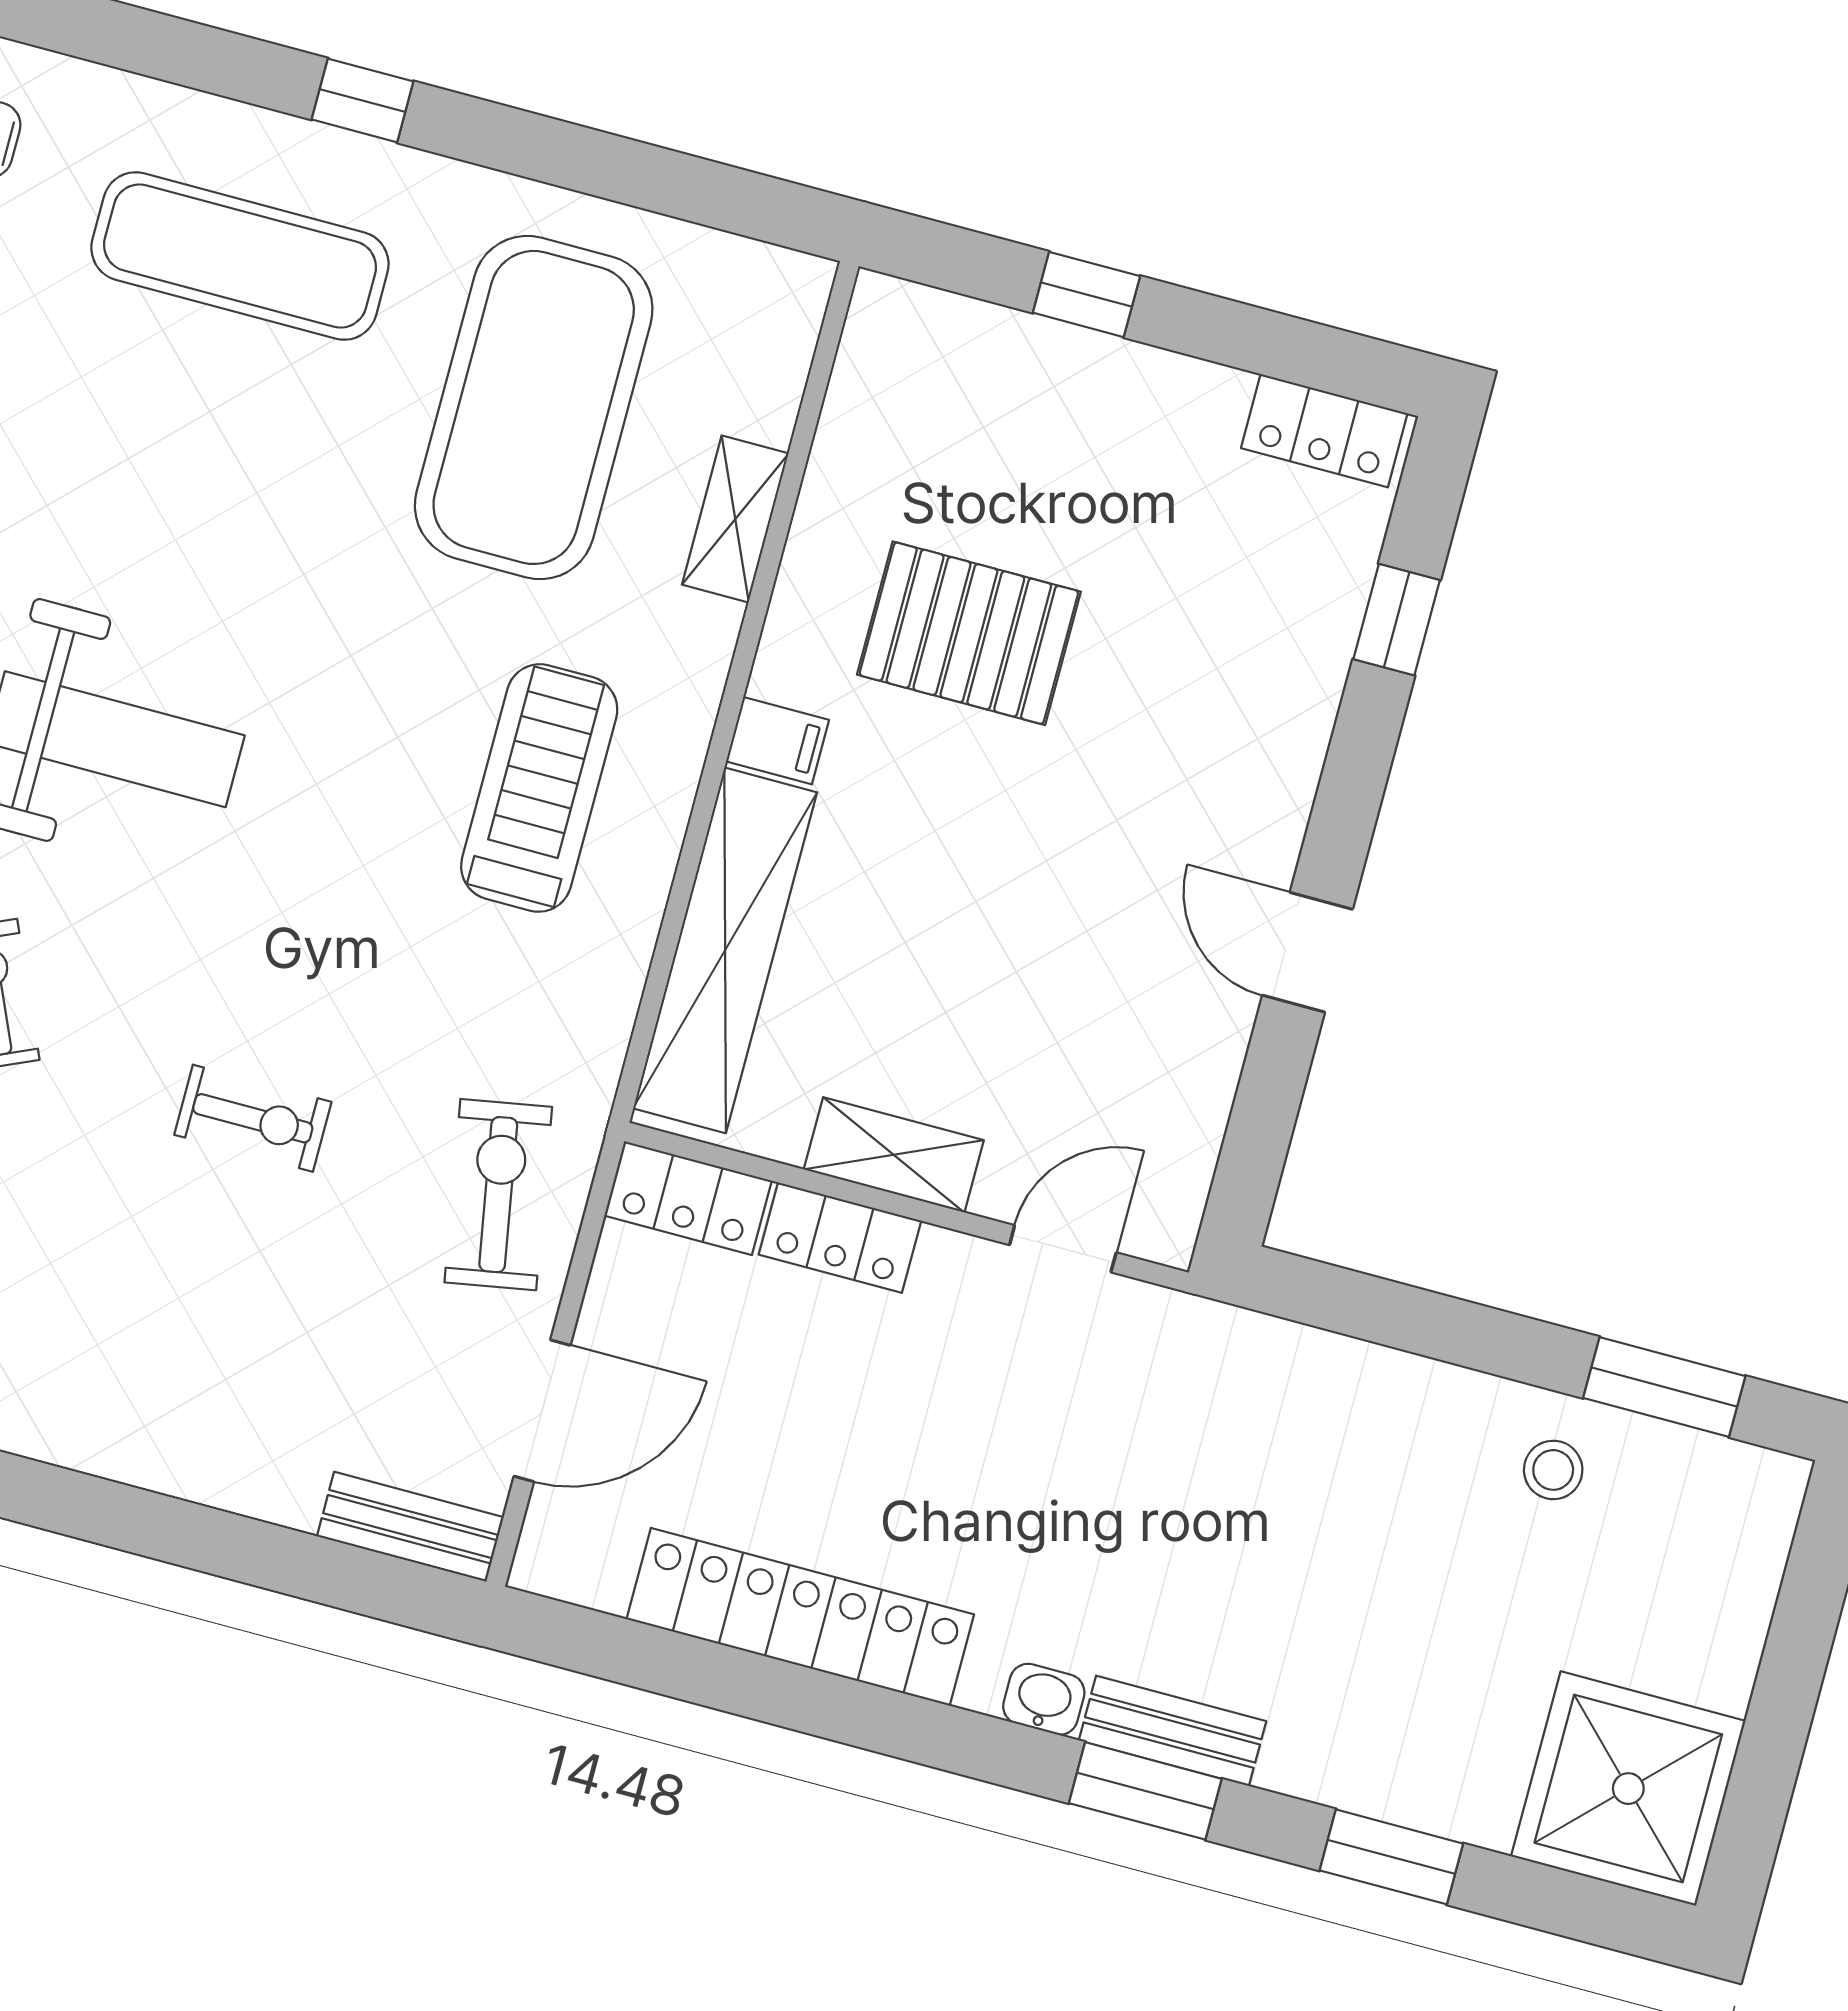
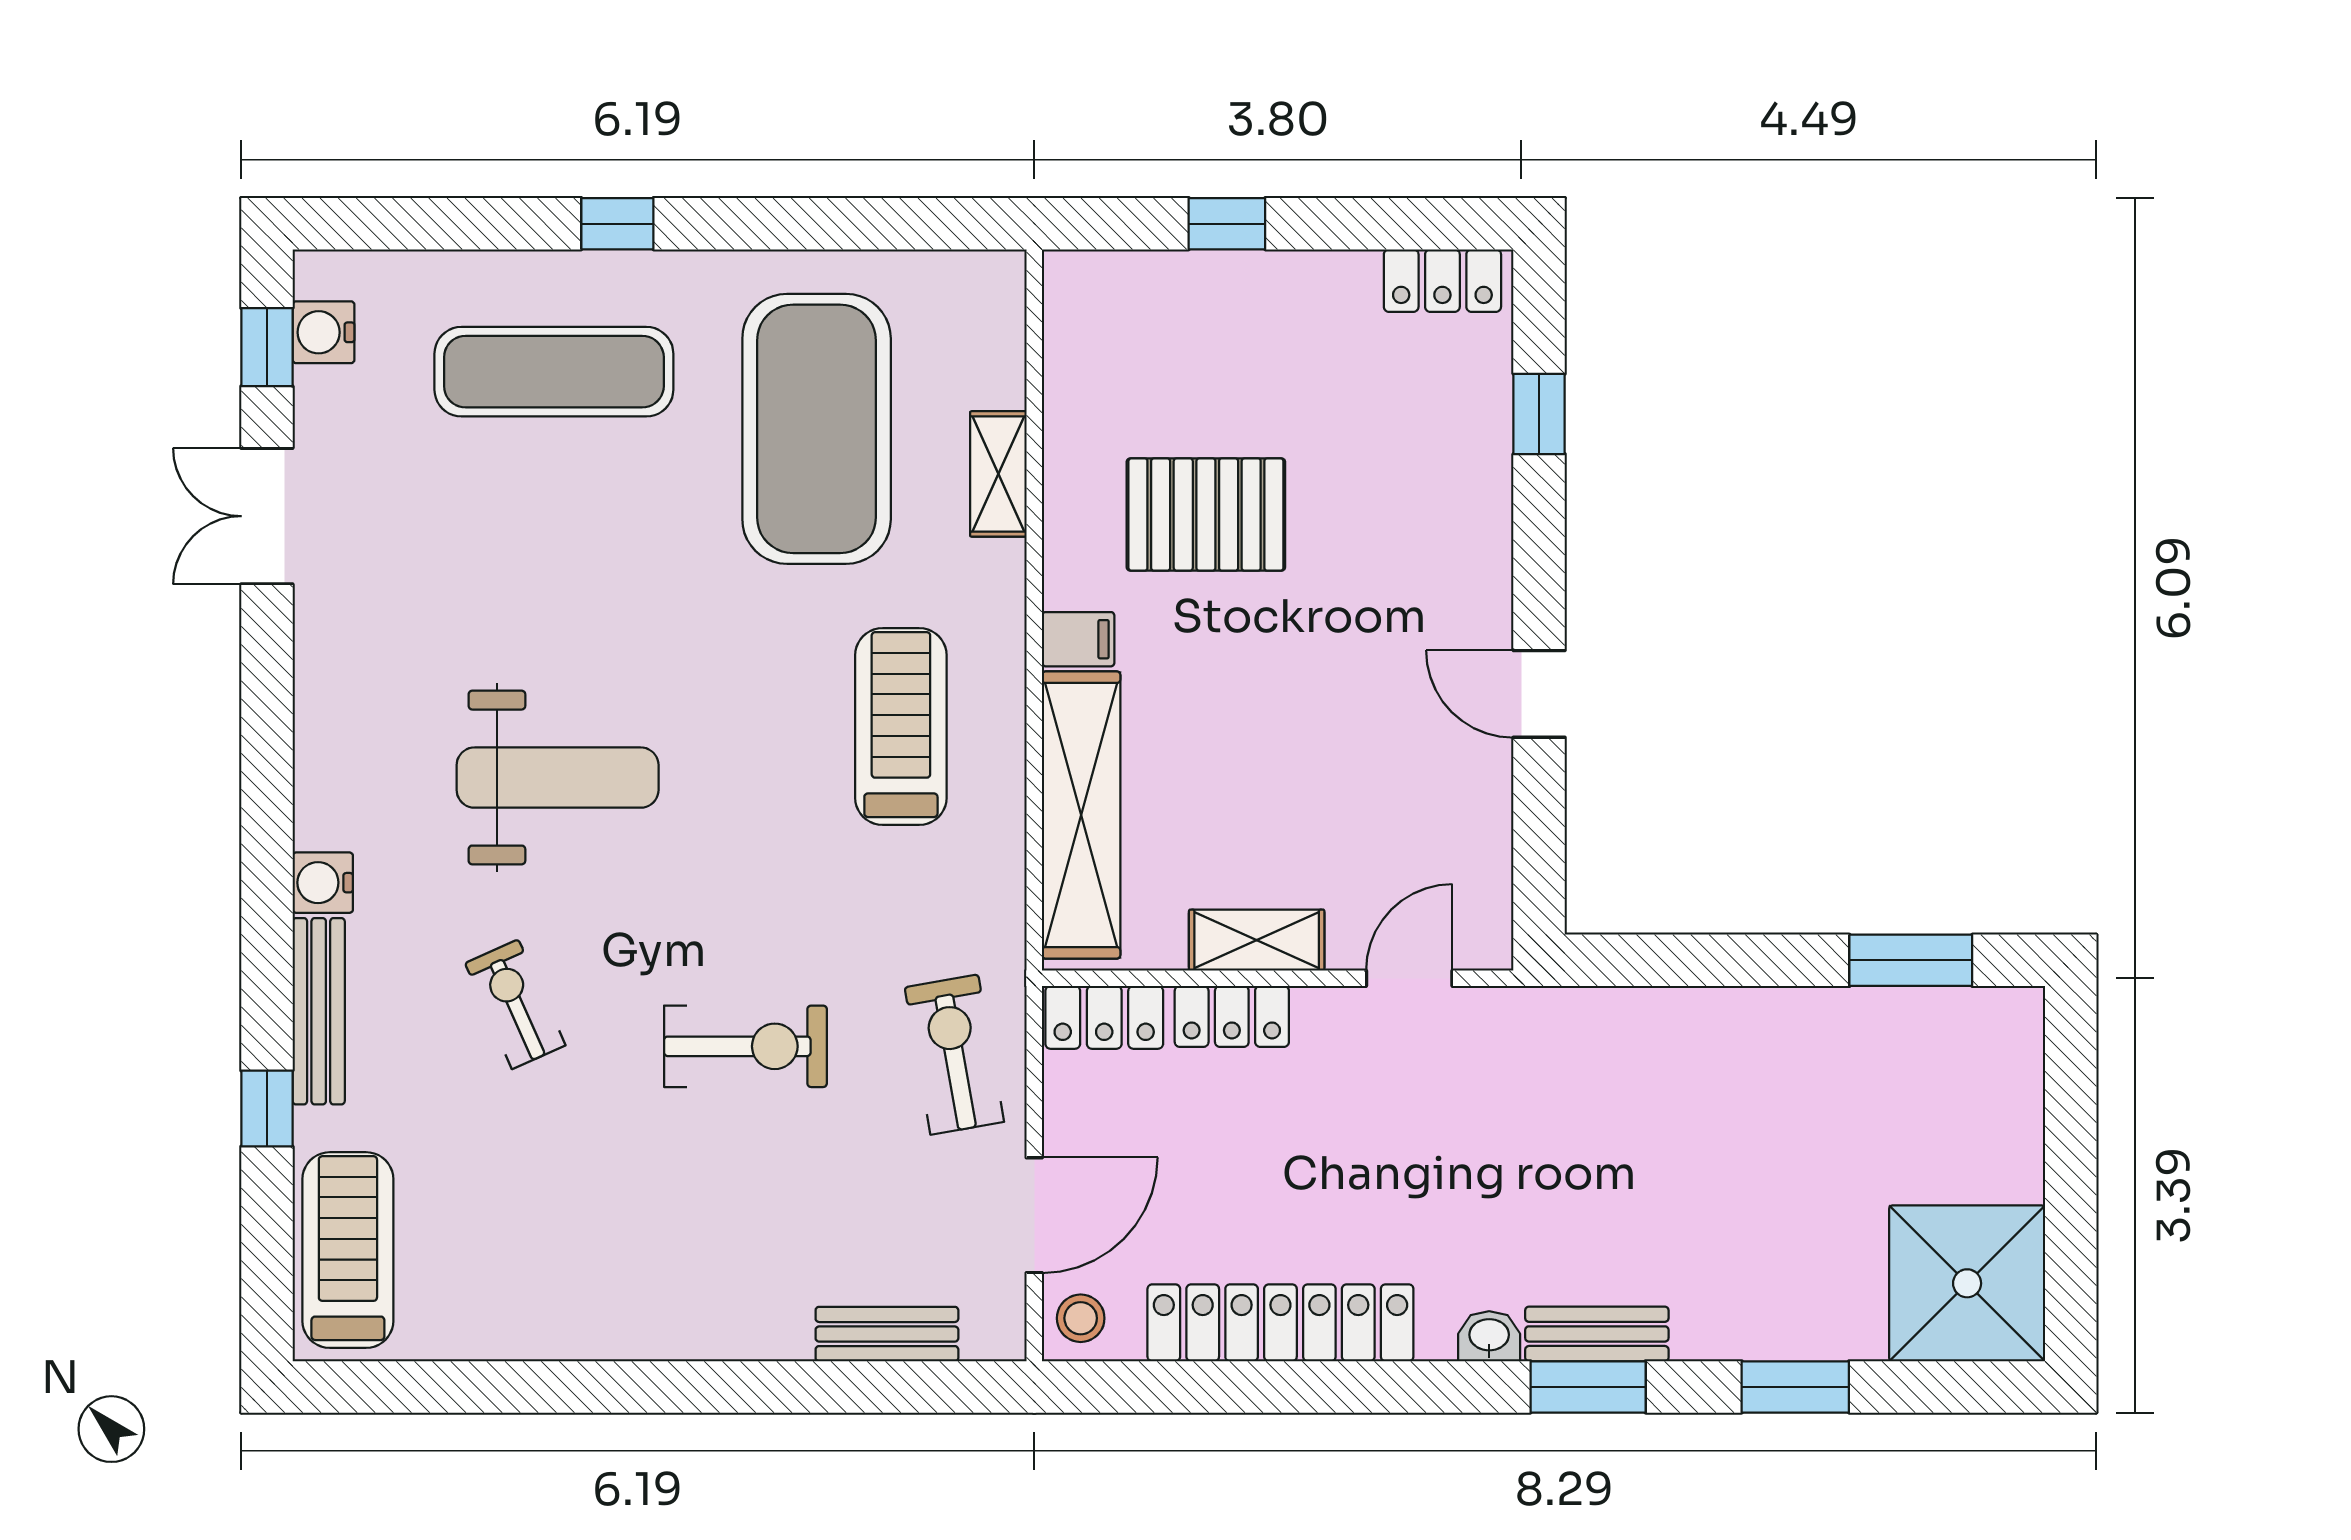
exercise bike: (253, 1118) -> (745, 1046), width x1.38, depth x1.39
stool: (1553, 1470) -> (1081, 1318), moved
bench: (410, 1527) -> (887, 1334), moved

